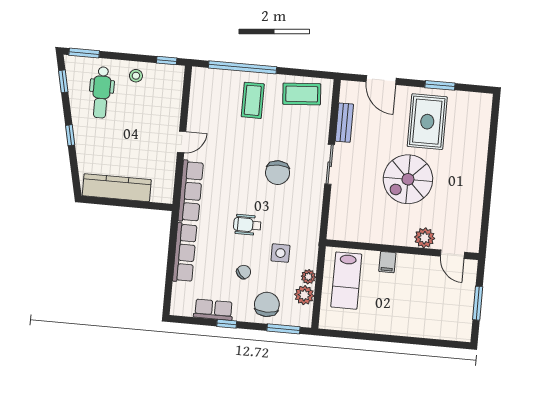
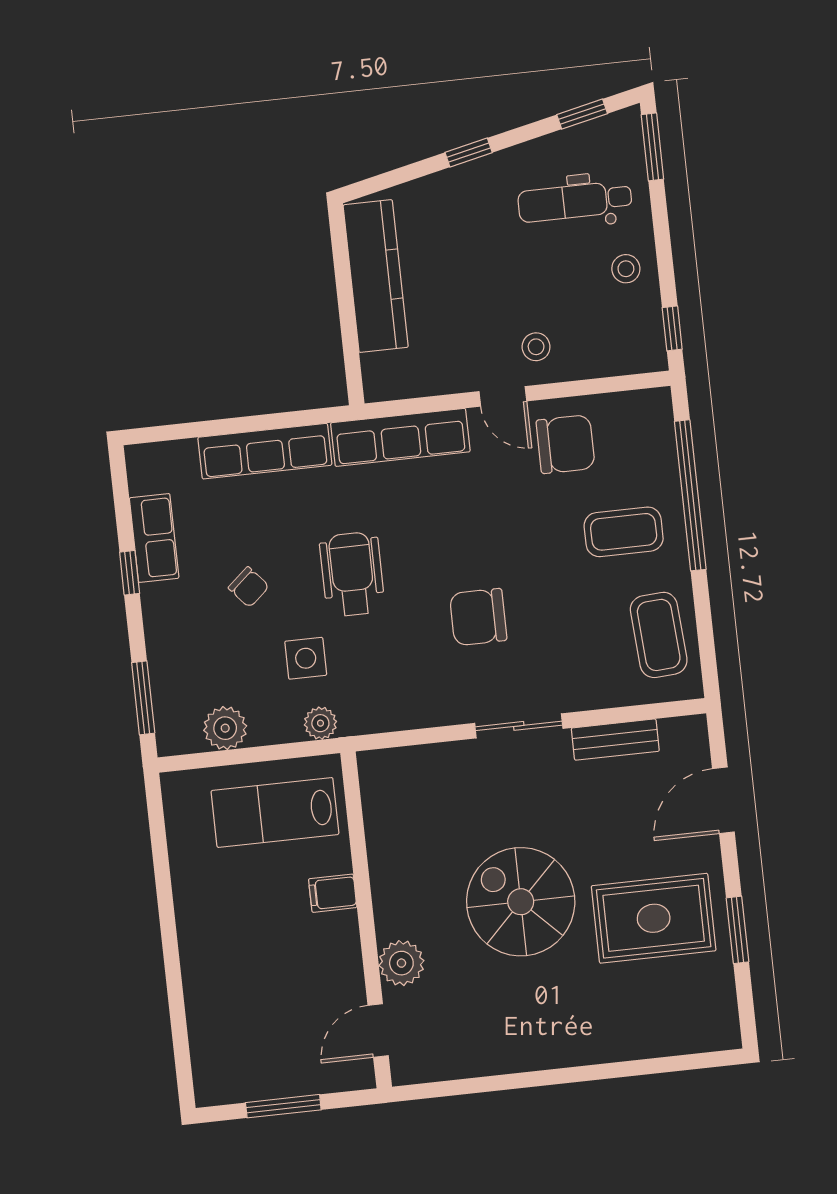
stool: (163, 123) -> (536, 347), added
wheelchair: (247, 225) -> (352, 574), width x1.36, depth x1.37
plant: (308, 277) -> (320, 723), moved
chair: (267, 304) -> (566, 444), moved

